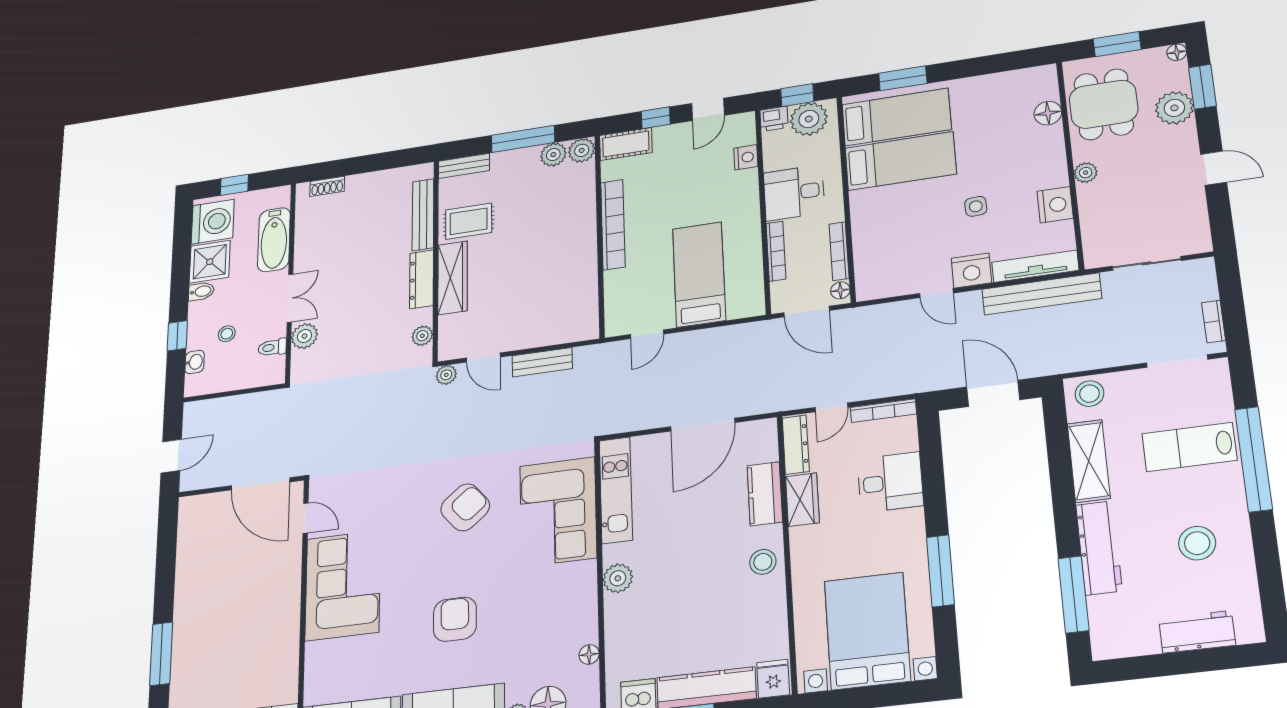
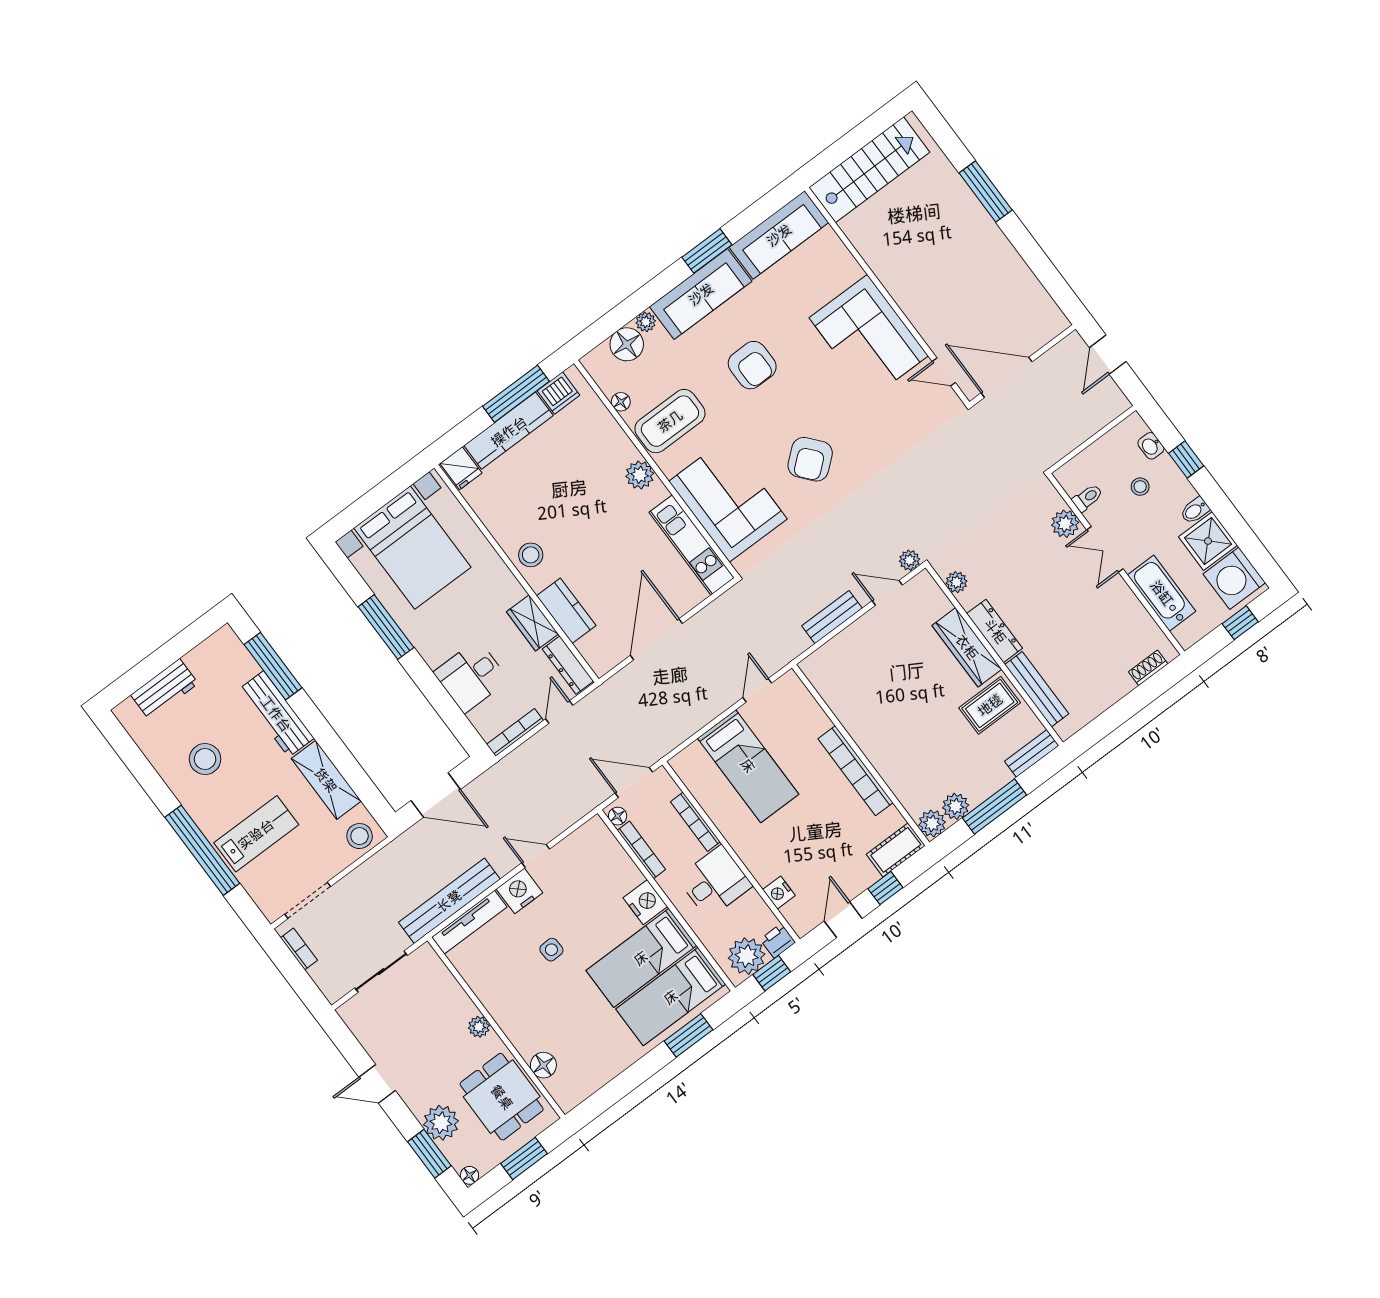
nightstand: (1055, 205) -> (645, 902), moved, turned 180
coffee table: (559, 611) -> (670, 421), added

